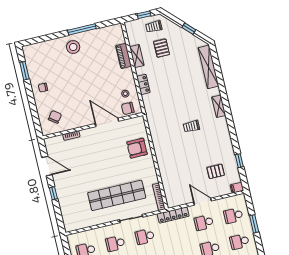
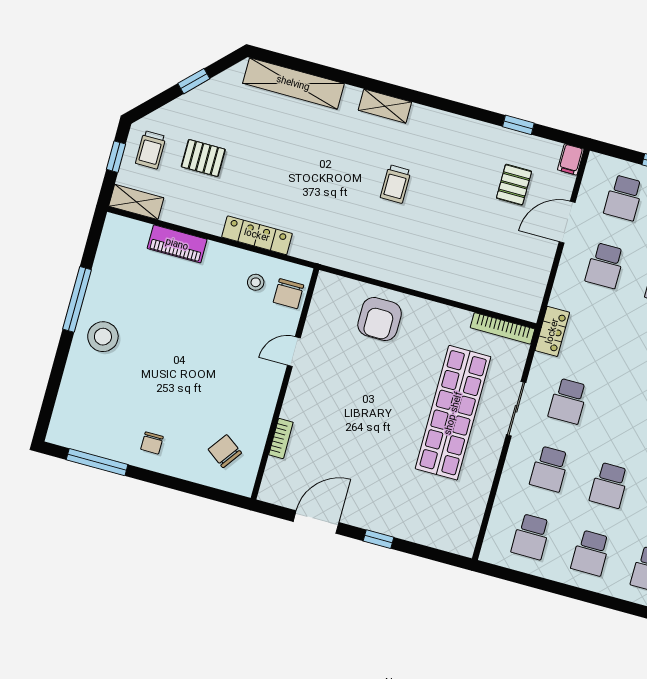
shelving: (137, 56) -> (136, 202), moved
window: (24, 71) -> (97, 462), width x1.44
locker: (143, 84) -> (257, 235), width x1.53
door: (107, 122) -> (294, 352), width x0.53
door: (203, 202) -> (567, 222), moved
locker: (173, 215) -> (552, 331), width x0.66

